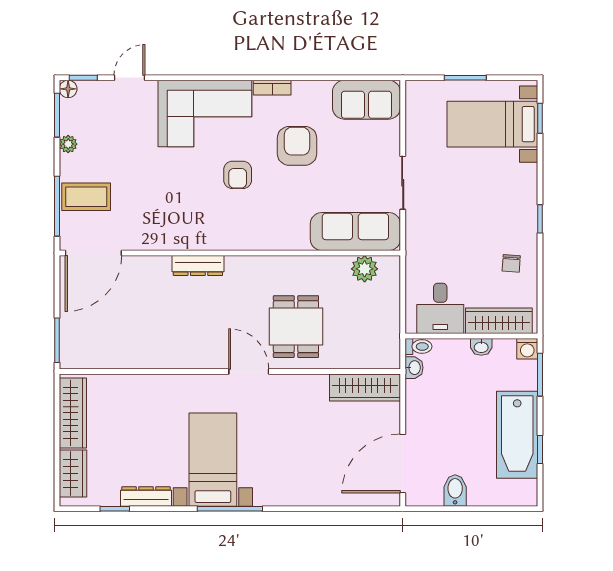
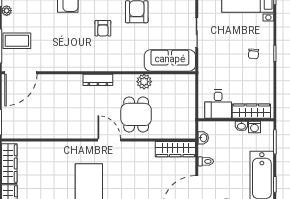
chair: (511, 263) -> (253, 54), moved
dresser: (198, 265) -> (98, 80), moved
plant: (365, 269) -> (144, 82), moved
toilet: (418, 346) -> (206, 161), moved
washing machine: (527, 349) -> (254, 127), moved

